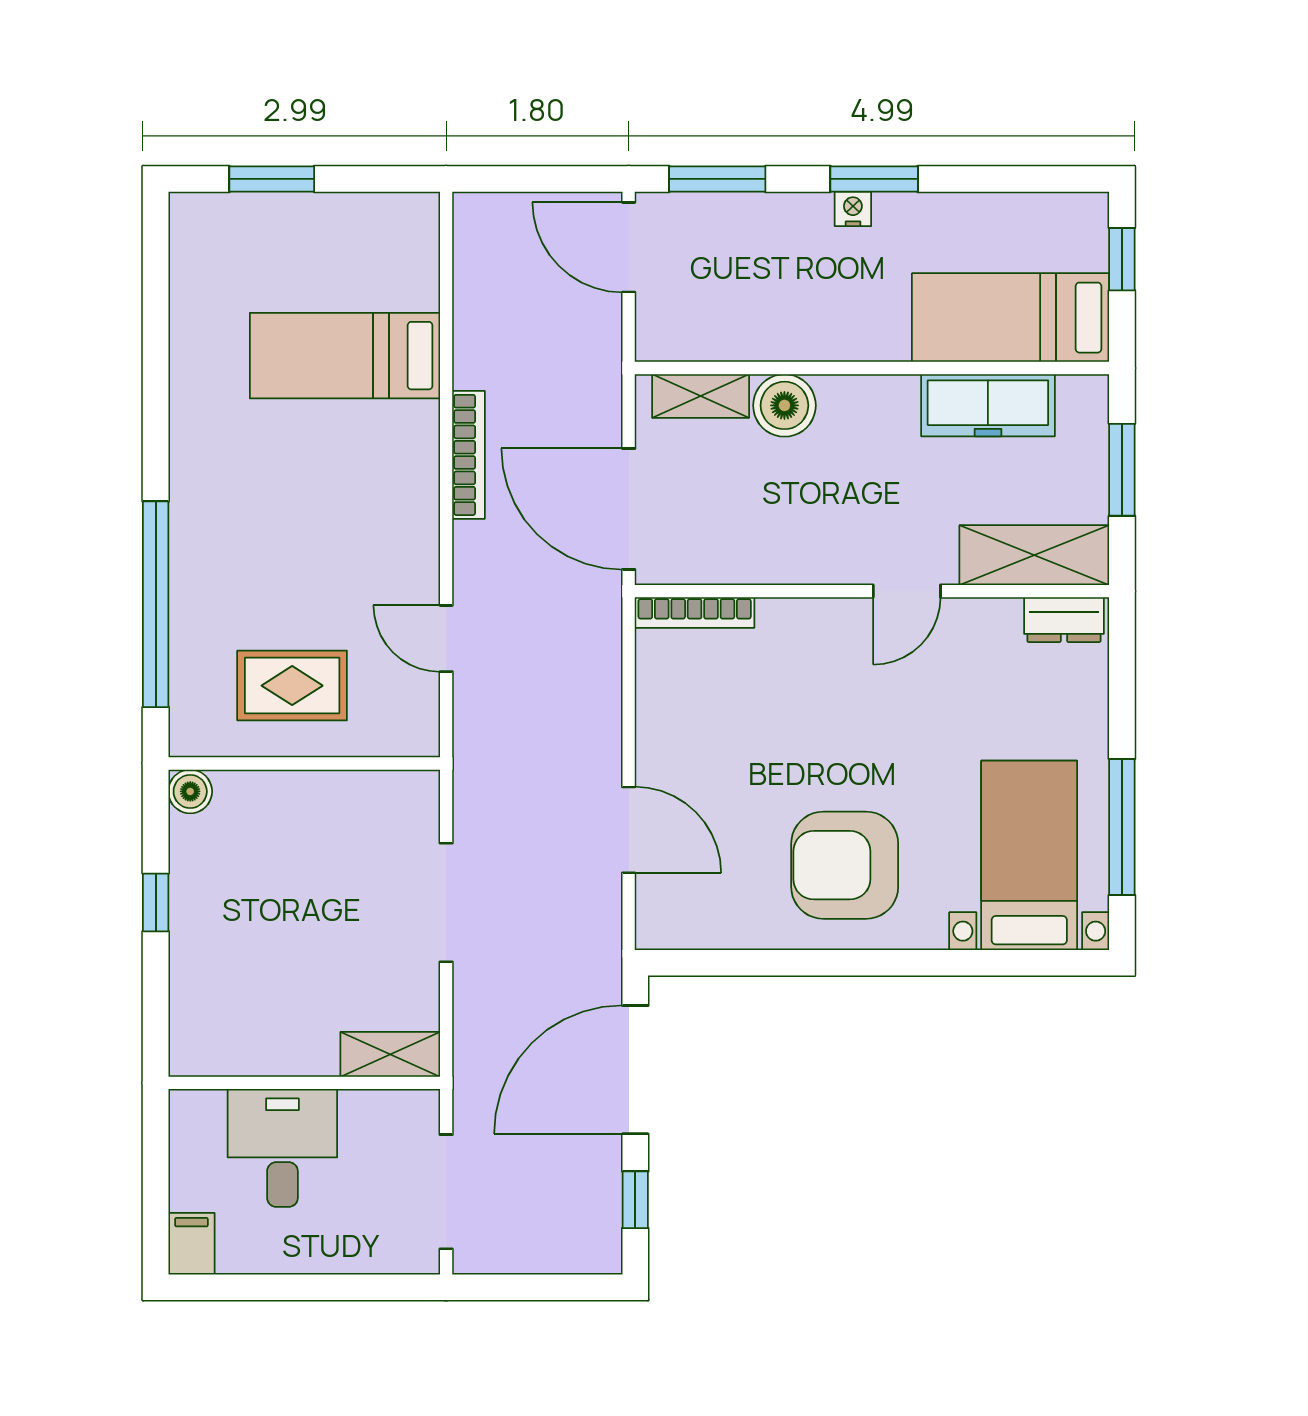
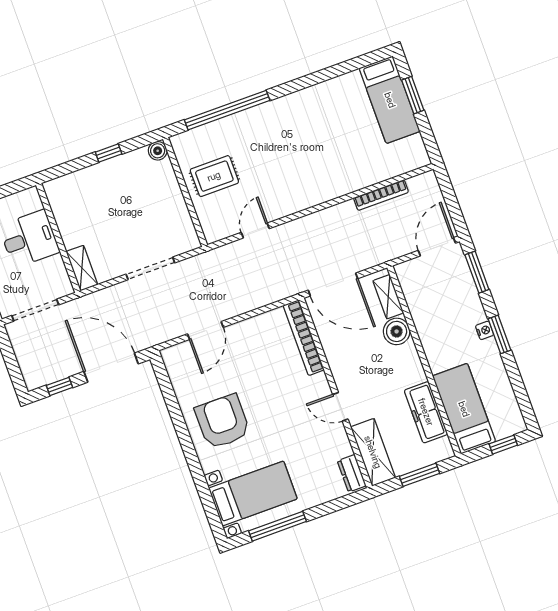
bed: (345, 356) -> (390, 100), moved, turned 180
bookcase: (469, 455) -> (381, 195), moved
door: (629, 509) -> (333, 284), swing flipped
bookcase: (695, 613) -> (304, 338), width x1.48, depth x1.31
rug: (292, 686) -> (214, 176), turned 90

